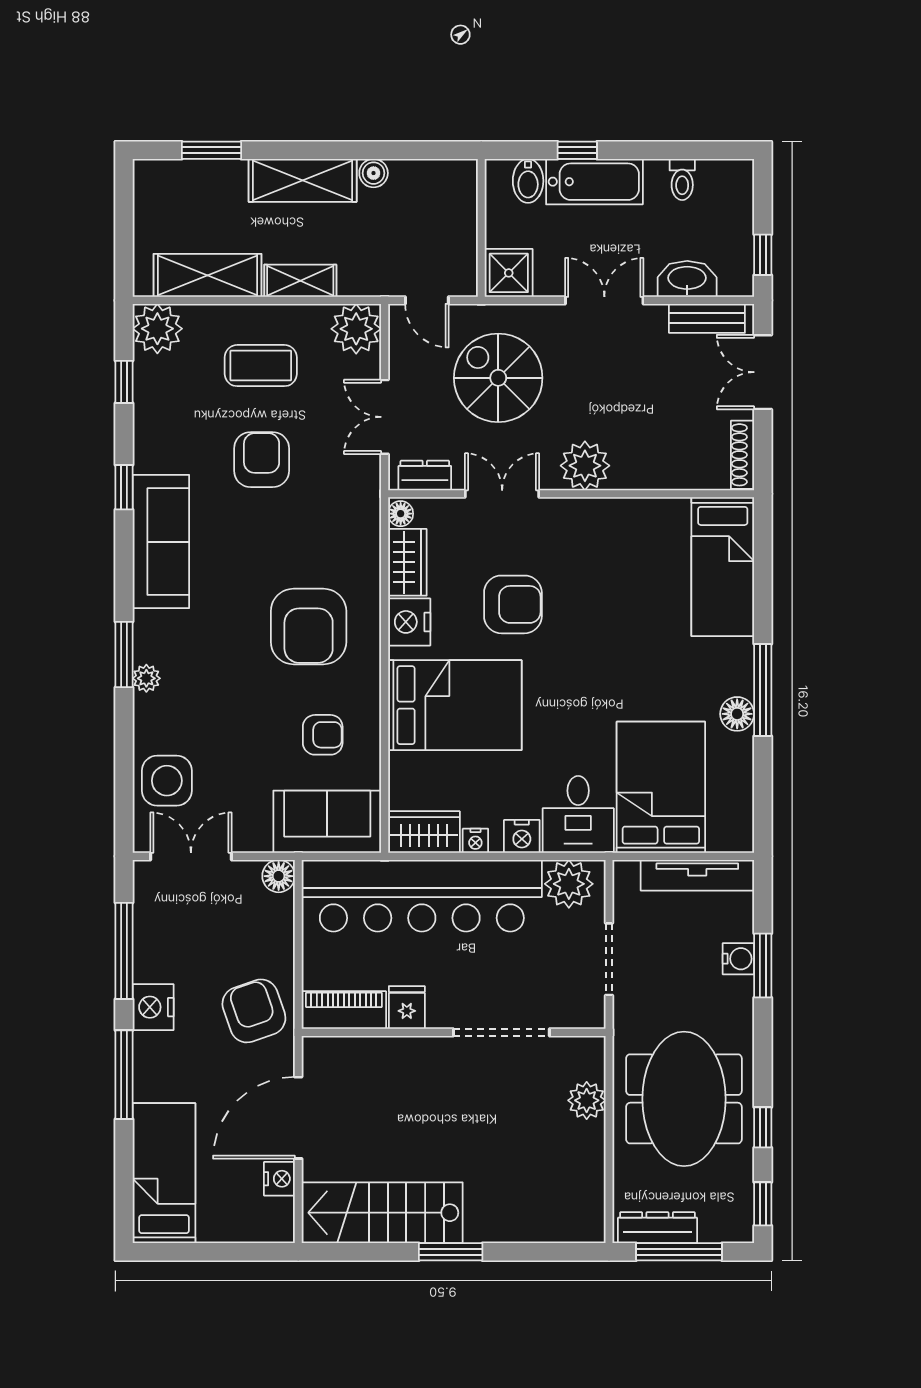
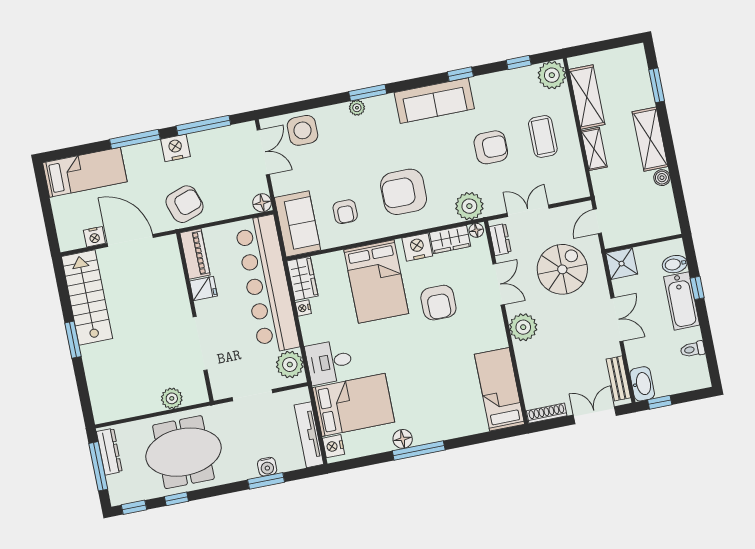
washbasin: (687, 279) -> (642, 384), moved
plant: (356, 329) -> (469, 206), moved
bed: (723, 567) -> (499, 389), moved, turned 90
nightstand: (522, 836) -> (333, 446), moved

